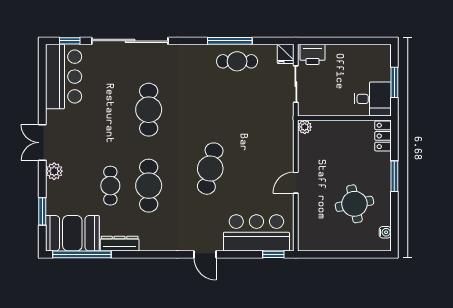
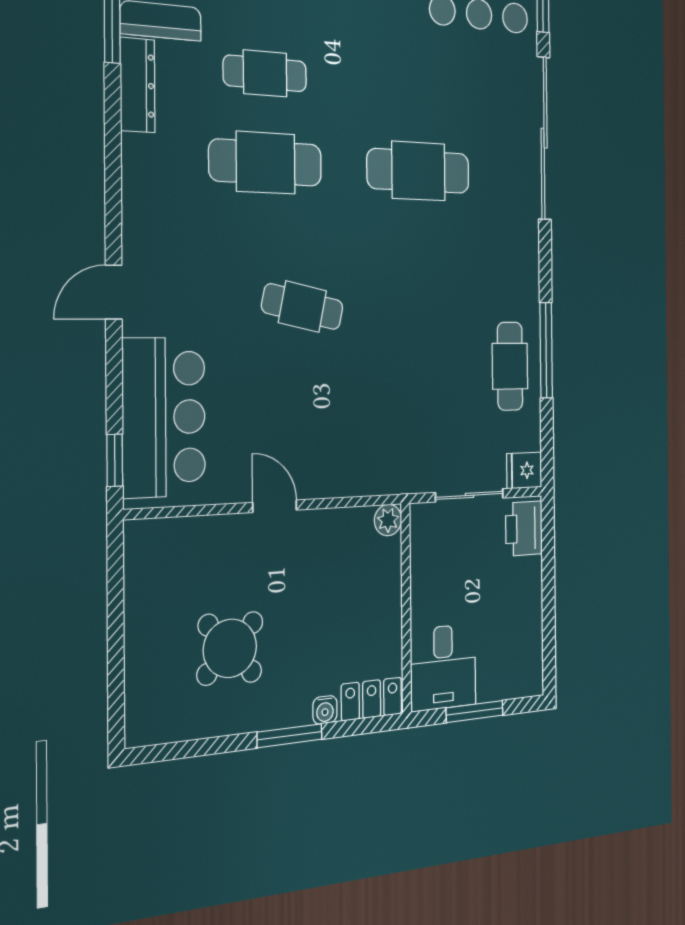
cafe table: (210, 169) -> (302, 307), width x0.73, depth x0.74
round table: (354, 204) -> (230, 648), turned -32
water cooler: (385, 232) -> (325, 710), moved

